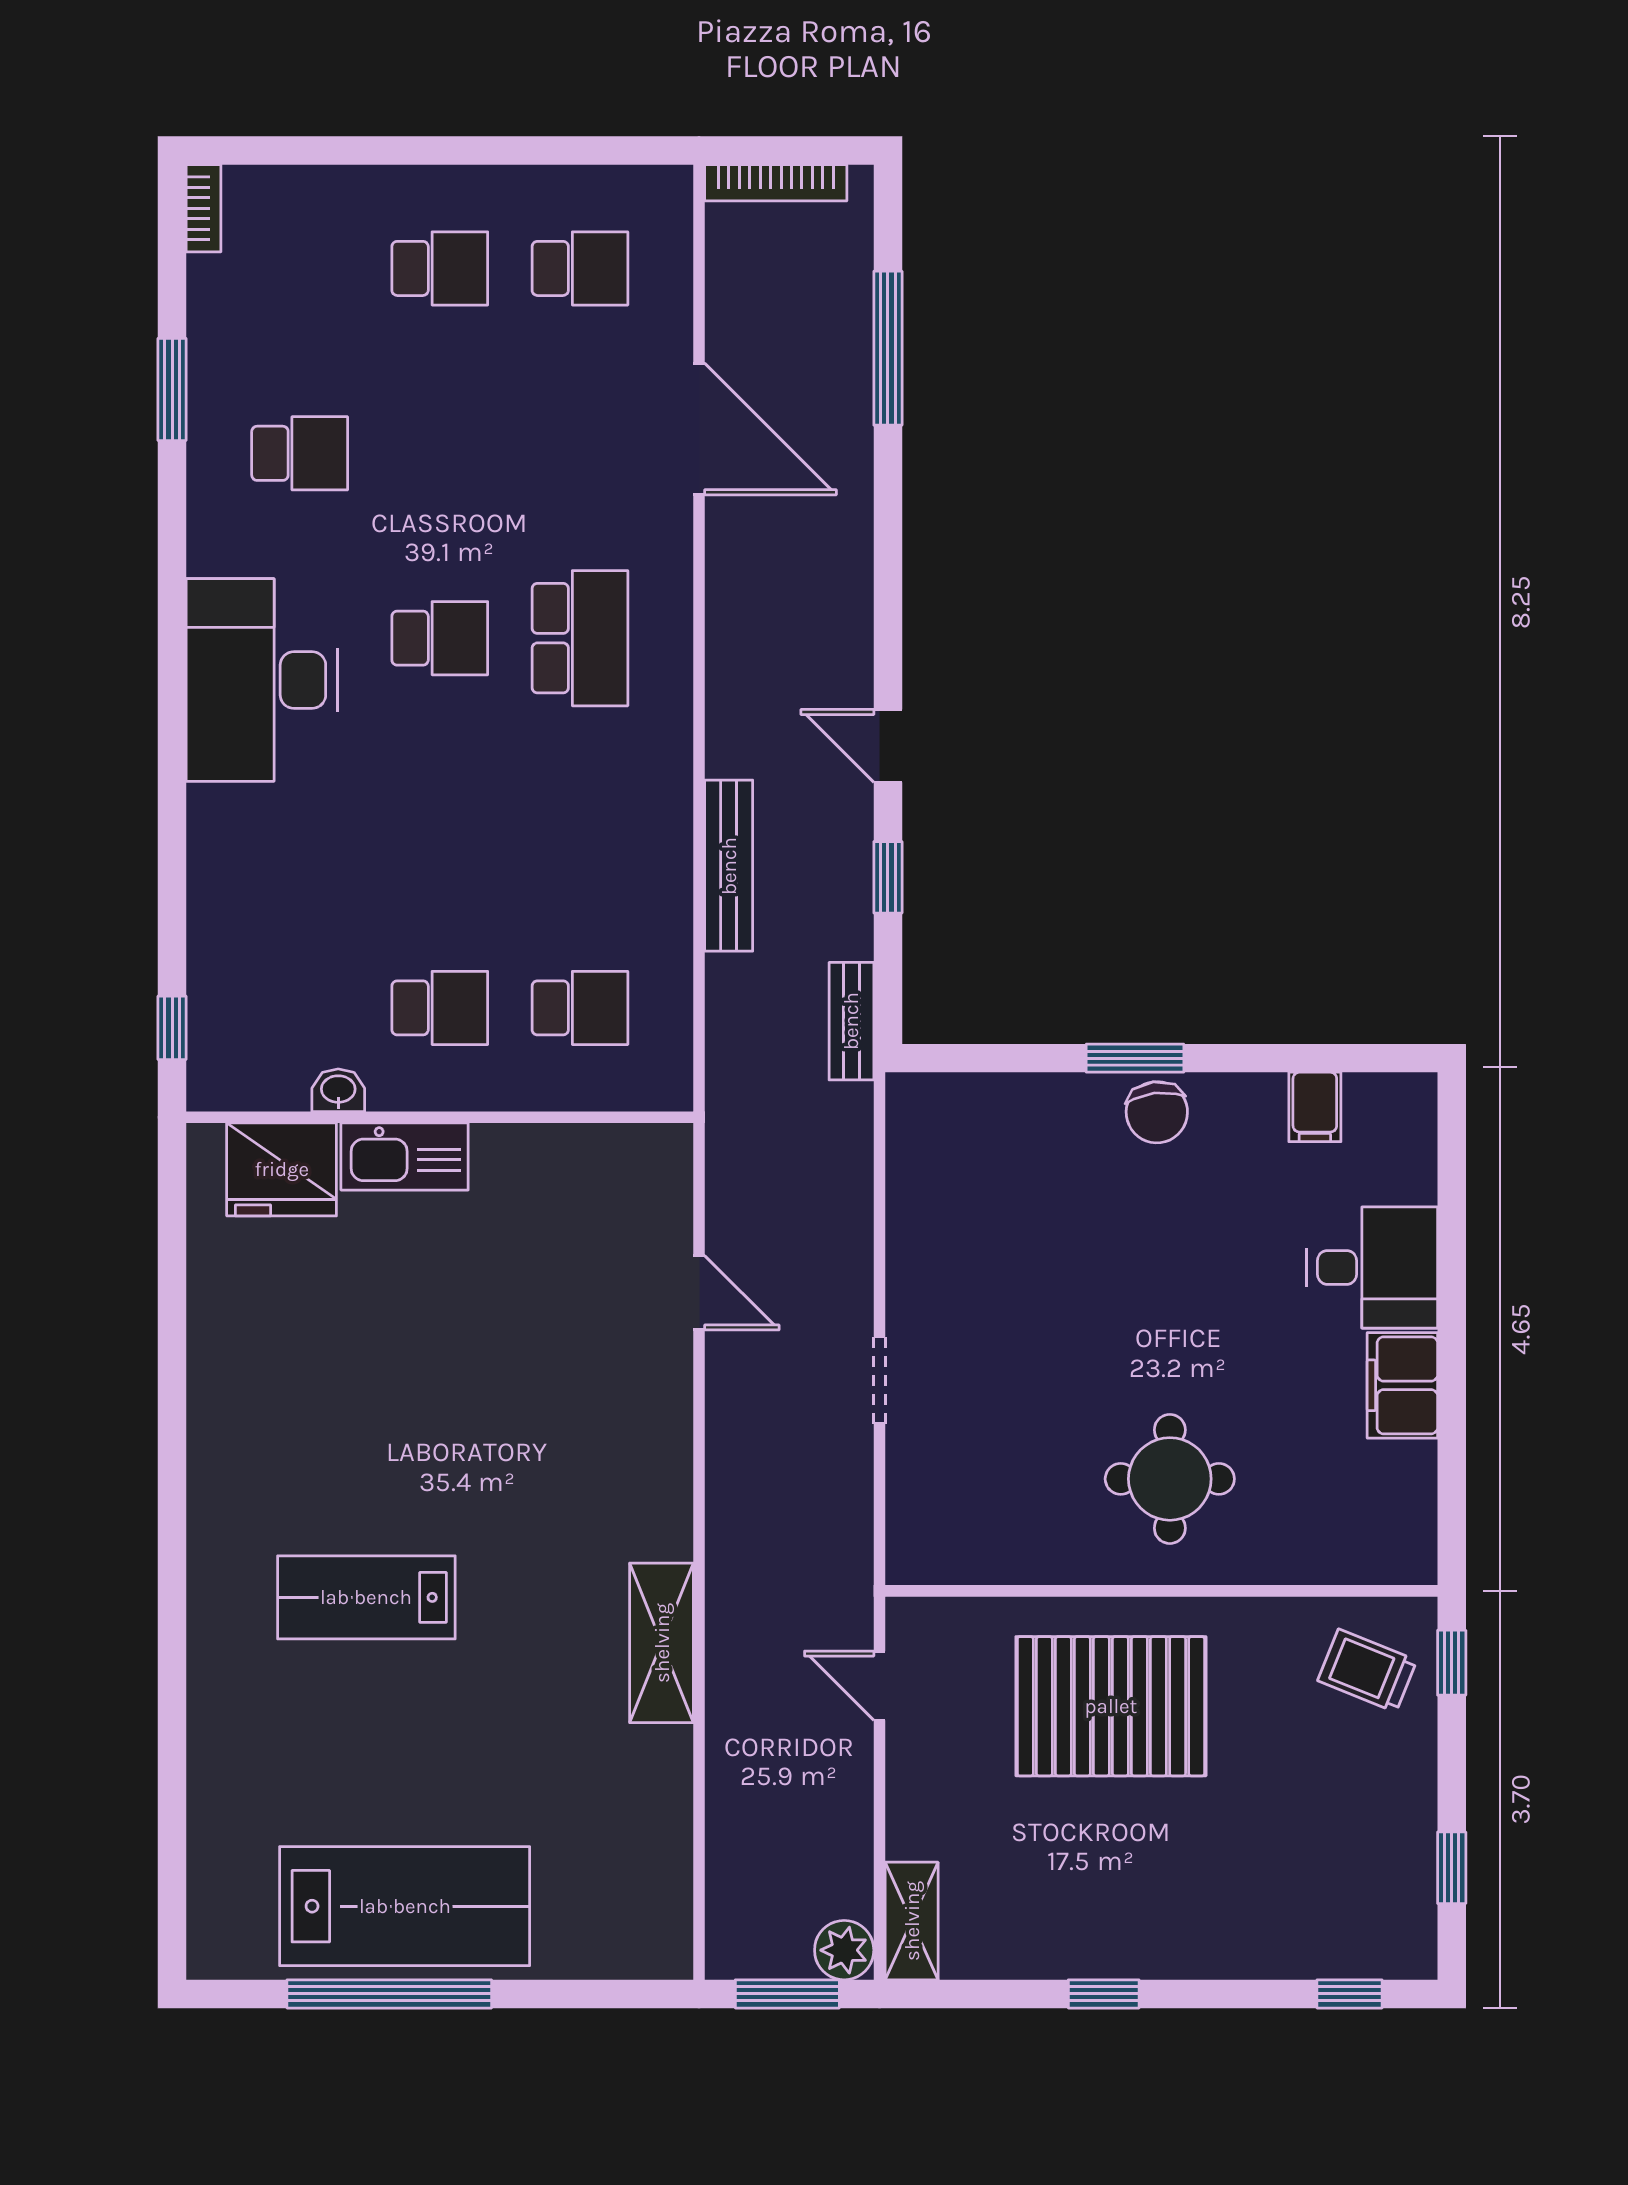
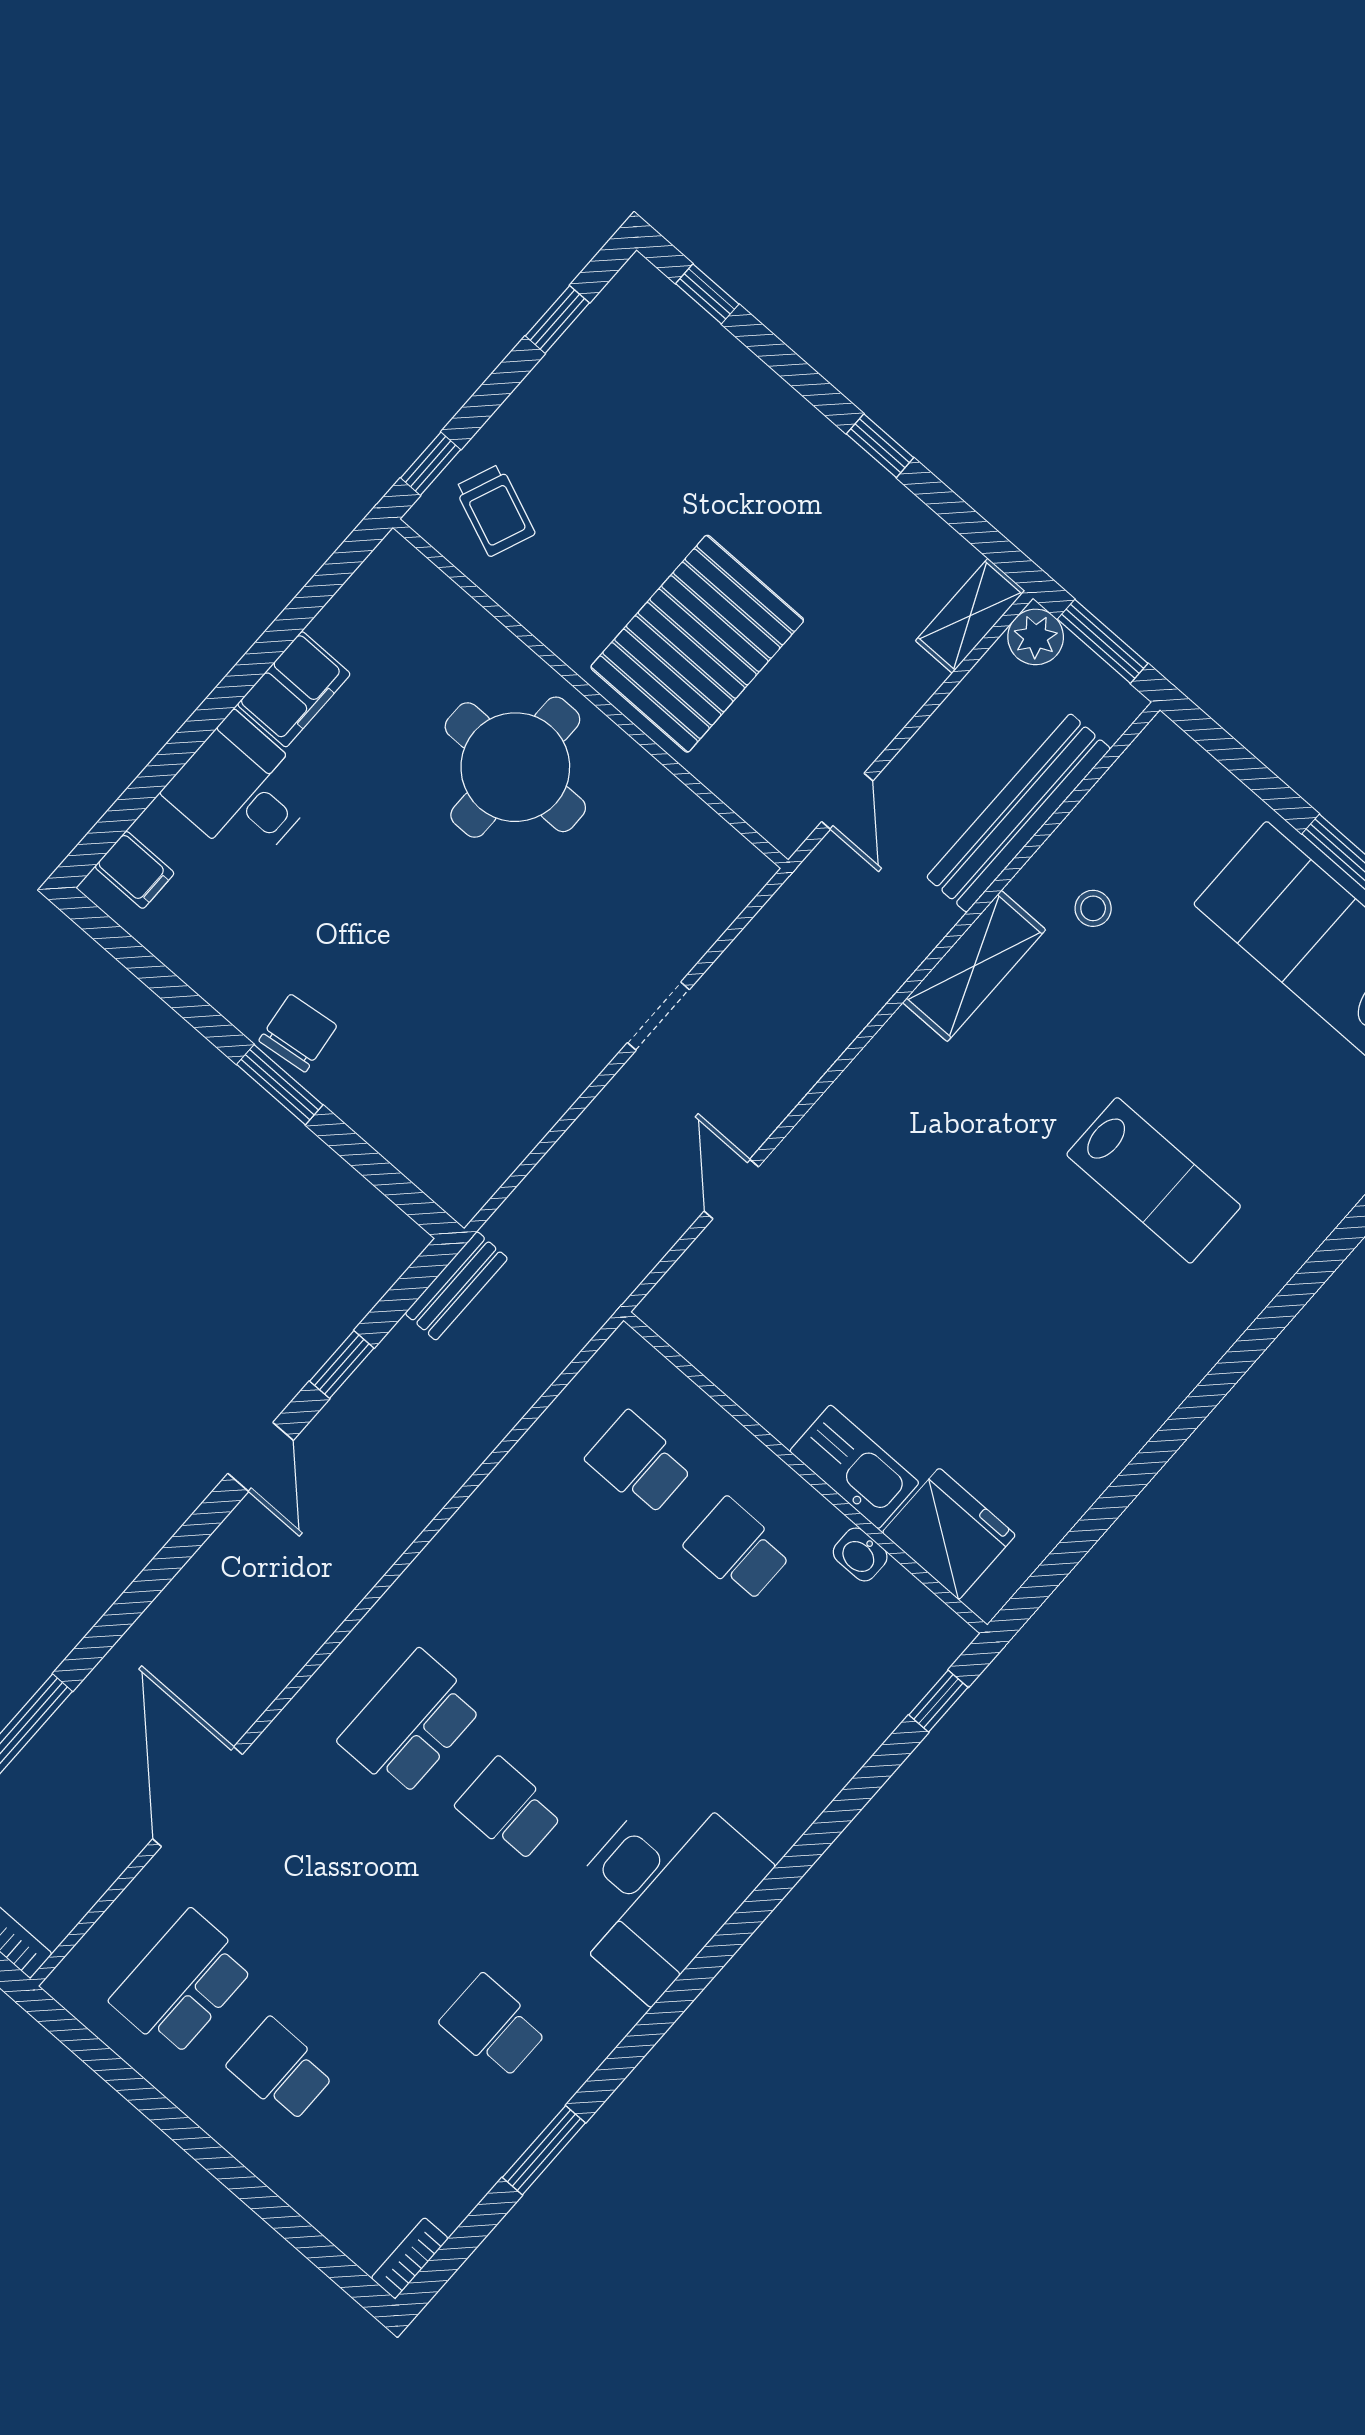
school desk: (580, 268) -> (182, 1983), width x1.85
bench: (729, 866) -> (1019, 813), moved, width x1.37, depth x1.21
filing cabinet: (1315, 1107) -> (135, 870), moved, turned 90
round table: (1170, 1479) -> (515, 767), width x1.36, depth x1.36
pallet: (1111, 1706) -> (697, 644), turned 90
stool: (607, 1773) -> (1093, 908), added

